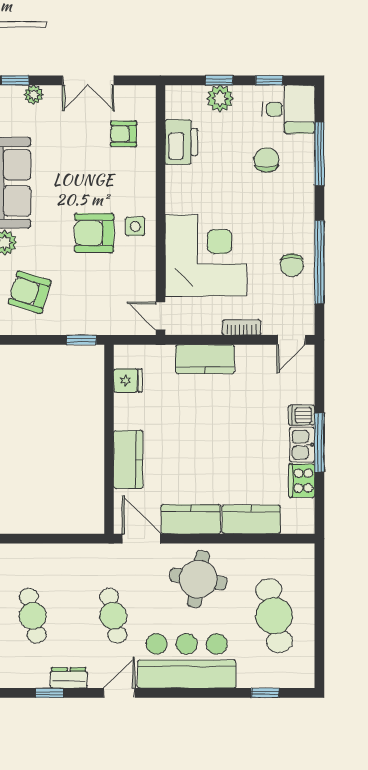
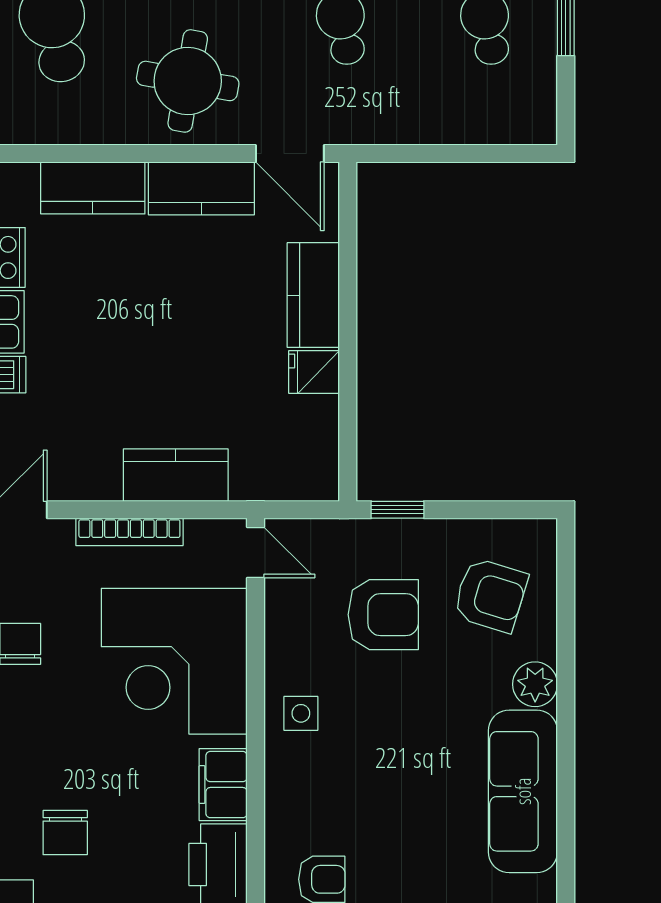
filing cabinet: (179, 187) -> (223, 785), added
armchair: (94, 233) -> (383, 615), moved
bookcase: (242, 328) -> (129, 532), width x1.56
fridge: (128, 380) -> (314, 372), moved

